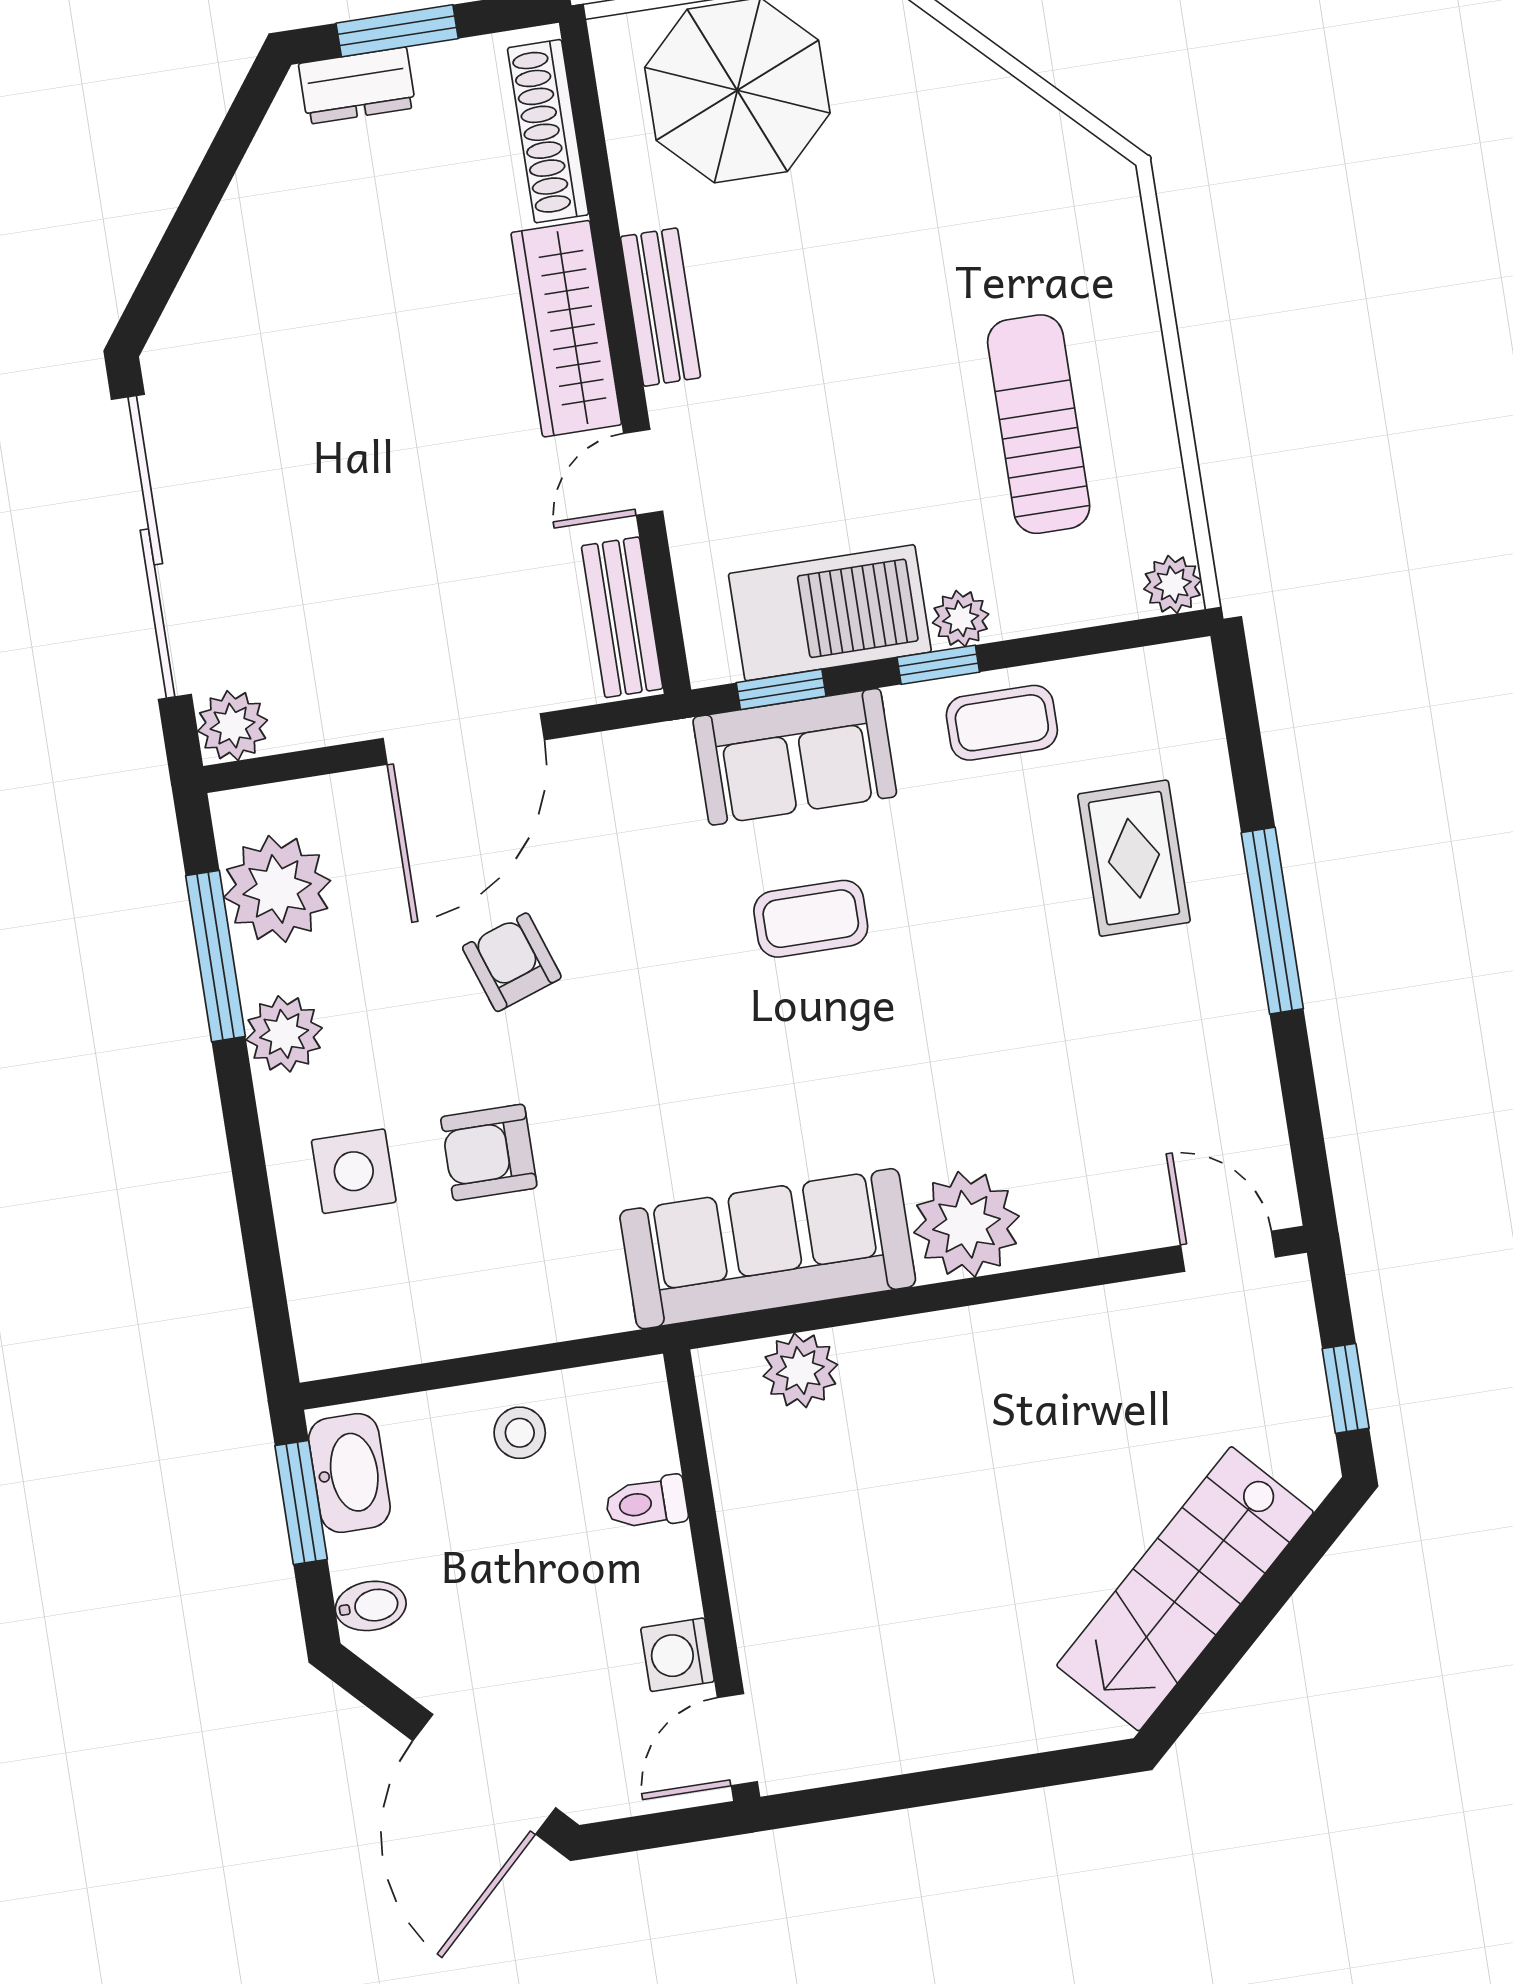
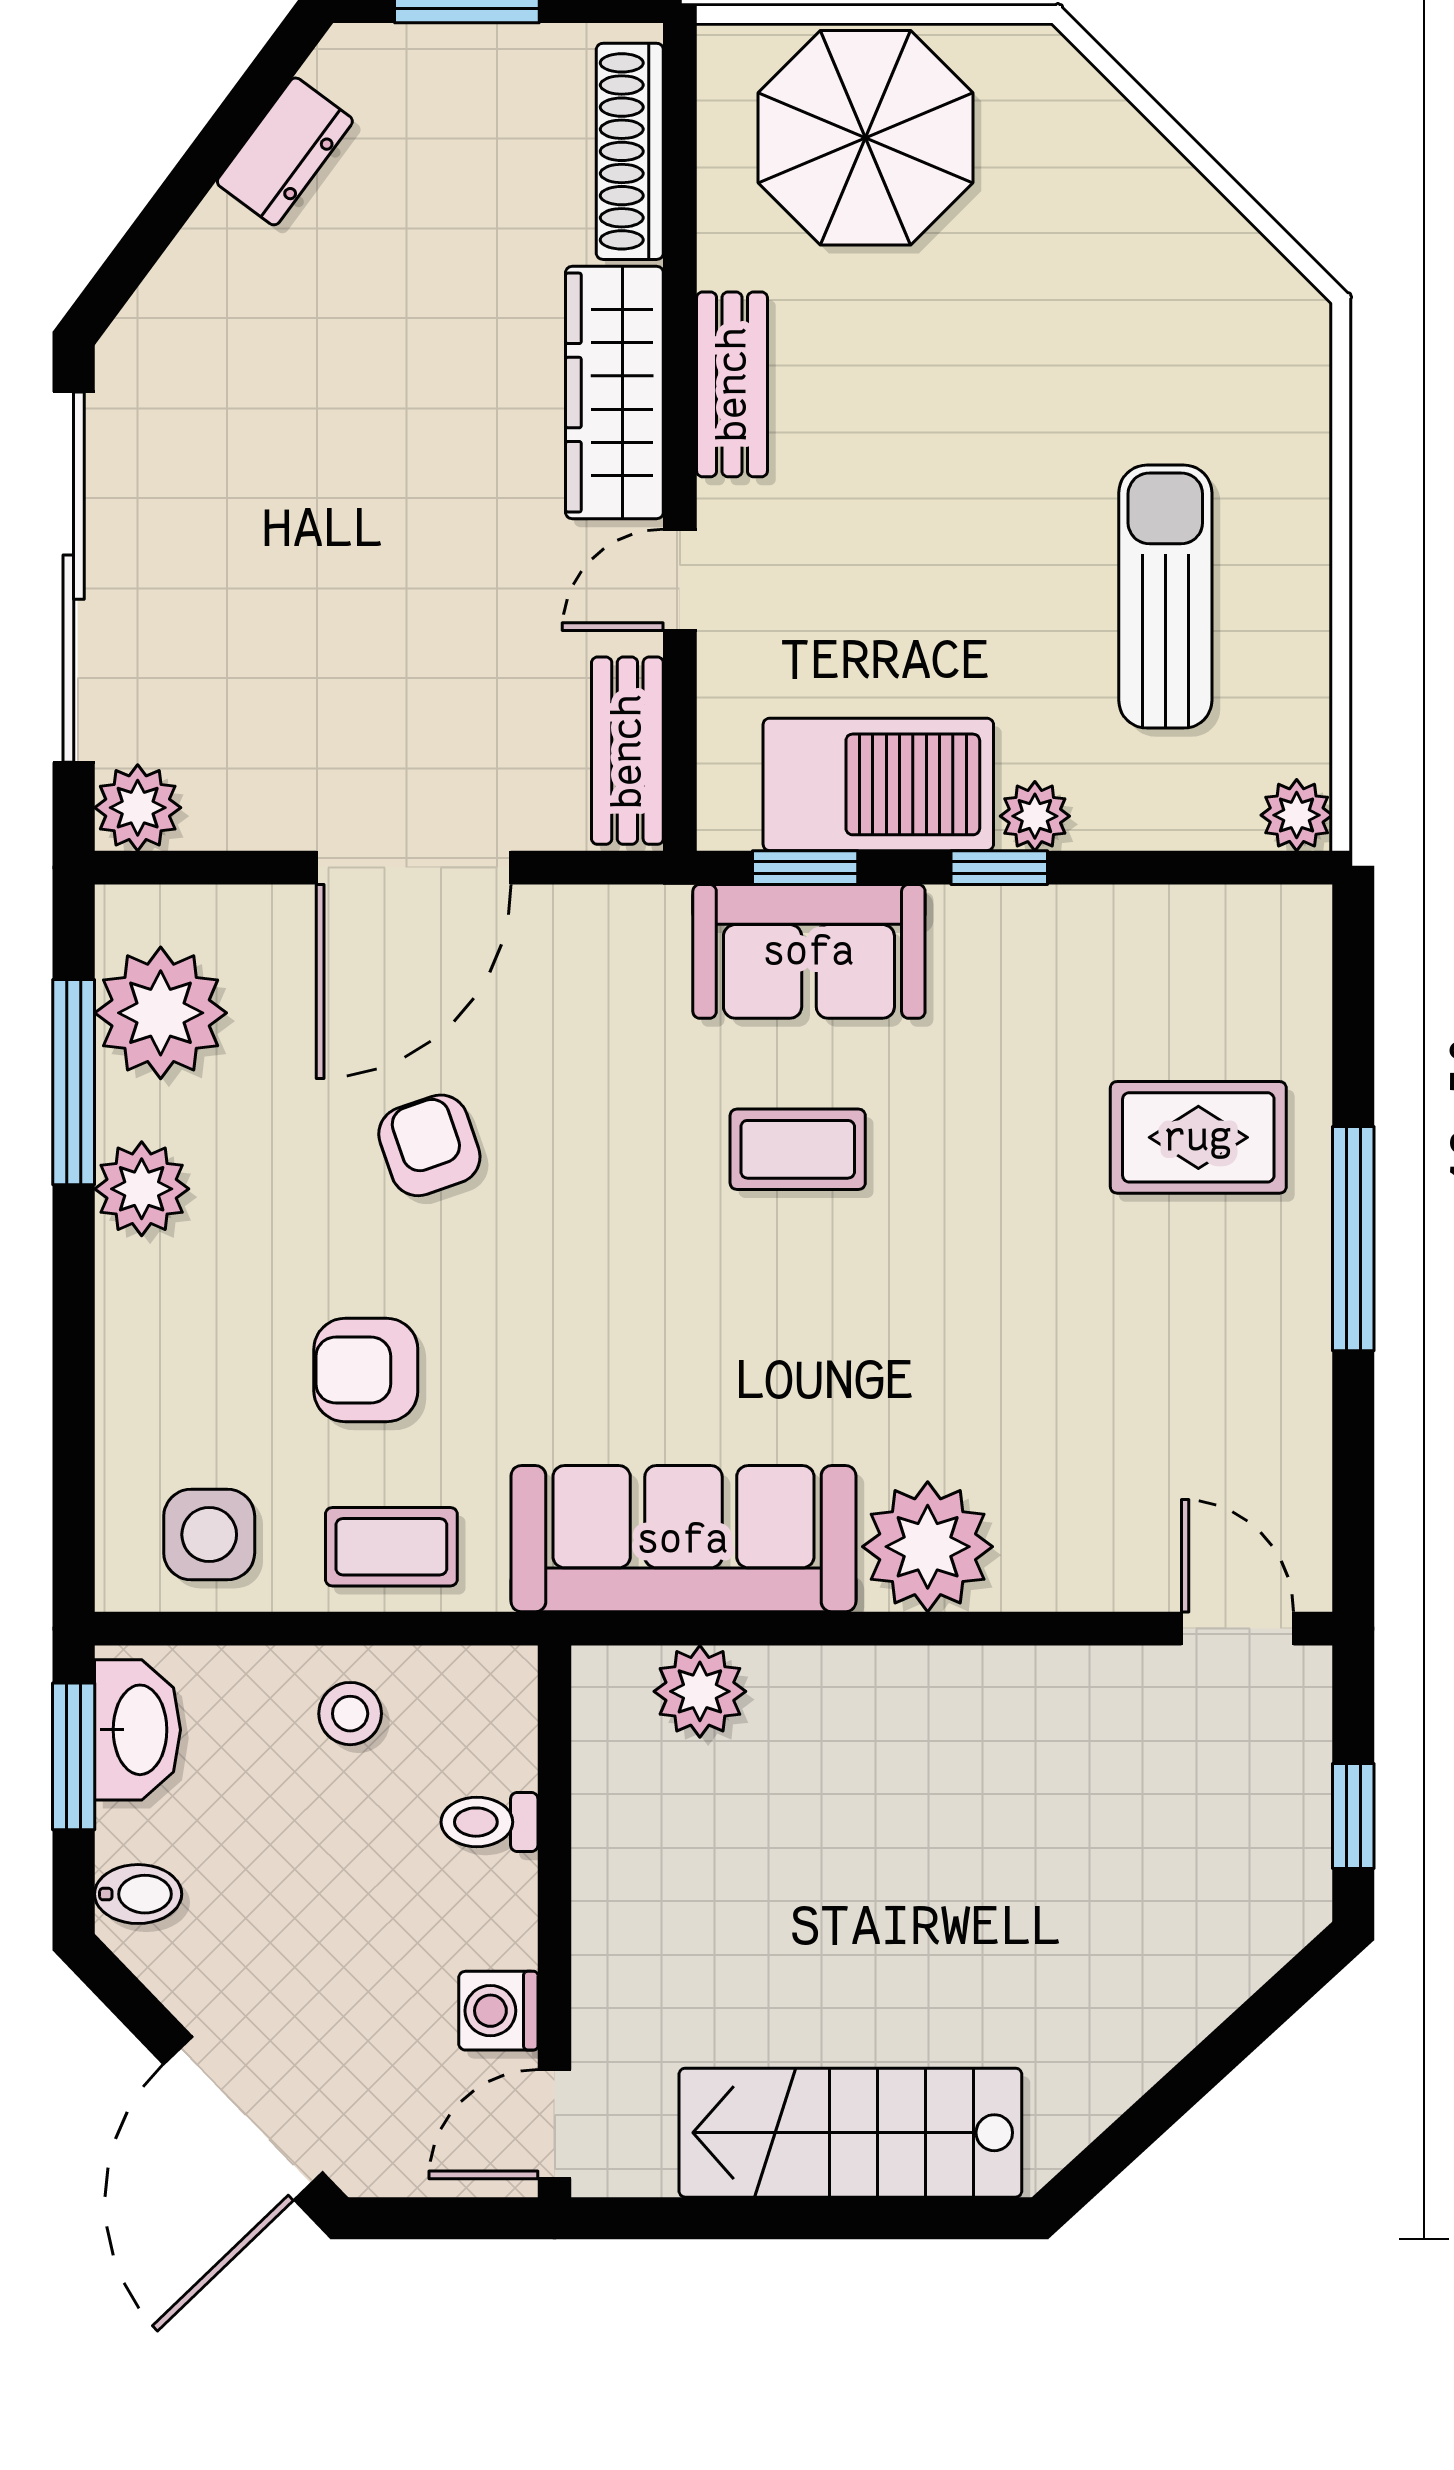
dresser: (357, 86) -> (285, 151), moved, turned -54
coffee table: (1002, 723) -> (391, 1547), moved
rug: (1134, 858) -> (1198, 1137), turned 90
side table: (354, 1171) -> (209, 1535), moved
stairs: (1185, 1589) -> (850, 2133), moved, turned 43

